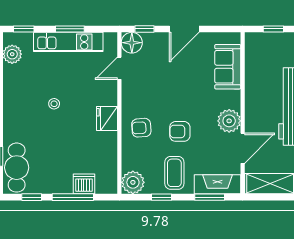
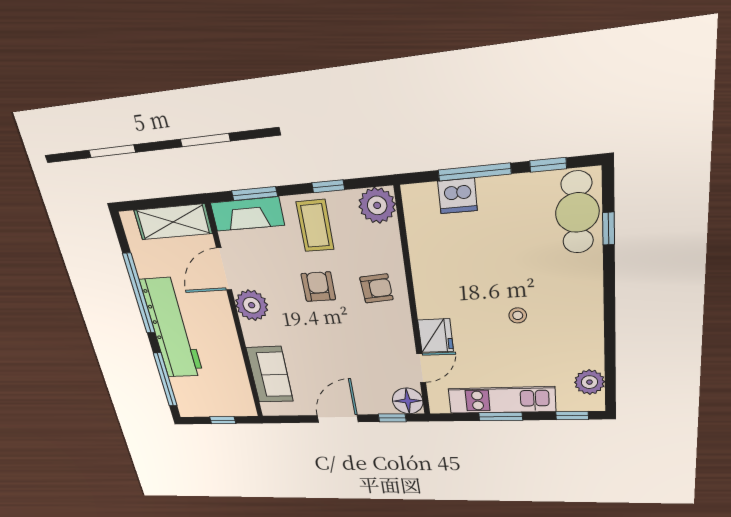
fridge: (107, 118) -> (436, 336), moved
armchair: (180, 131) -> (318, 287), turned -90

